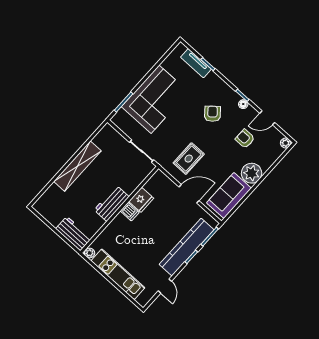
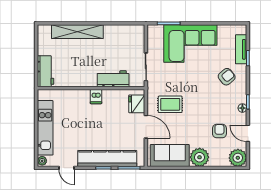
armchair: (212, 114) -> (227, 77), moved
plant: (286, 143) -> (238, 158), width x1.87, depth x1.87
shelving: (77, 166) -> (77, 32), moved
fridge: (141, 200) -> (137, 104), moved, turned 90
workbench: (112, 203) -> (113, 79), moved
plant: (90, 253) -> (42, 161), moved
door: (165, 286) -> (66, 168), hinge flipped

